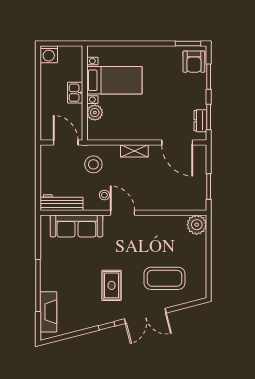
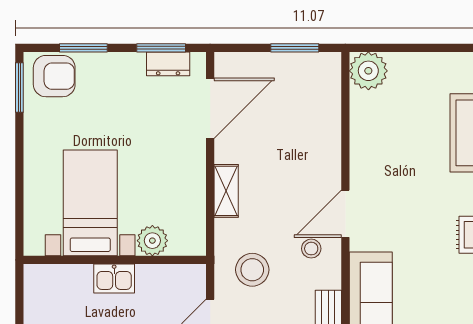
bed with nightstands: (114, 80) -> (90, 203), moved
kitchen sink: (75, 93) -> (114, 278), moved
wall: (85, 93) -> (115, 260), moved
plant: (95, 113) -> (152, 241), moved

